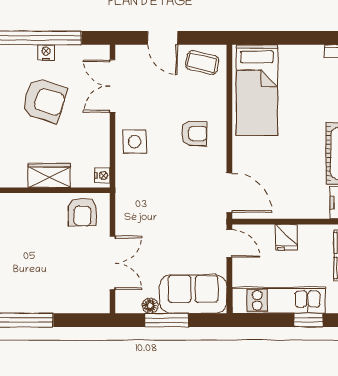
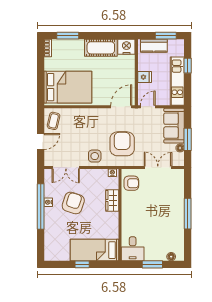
bed: (257, 90) -> (68, 87), width x1.50
armchair: (194, 134) -> (122, 144), moved, width x1.88, depth x1.88

